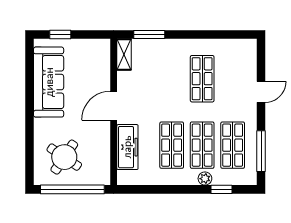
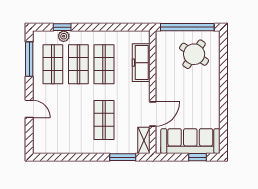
shop shelf: (202, 79) -> (104, 120), moved
sofa: (49, 82) -> (190, 141), moved, turned 90
door: (261, 92) -> (29, 109), swing flipped
door: (114, 106) -> (153, 114), moved
plant: (205, 179) -> (64, 36), moved

